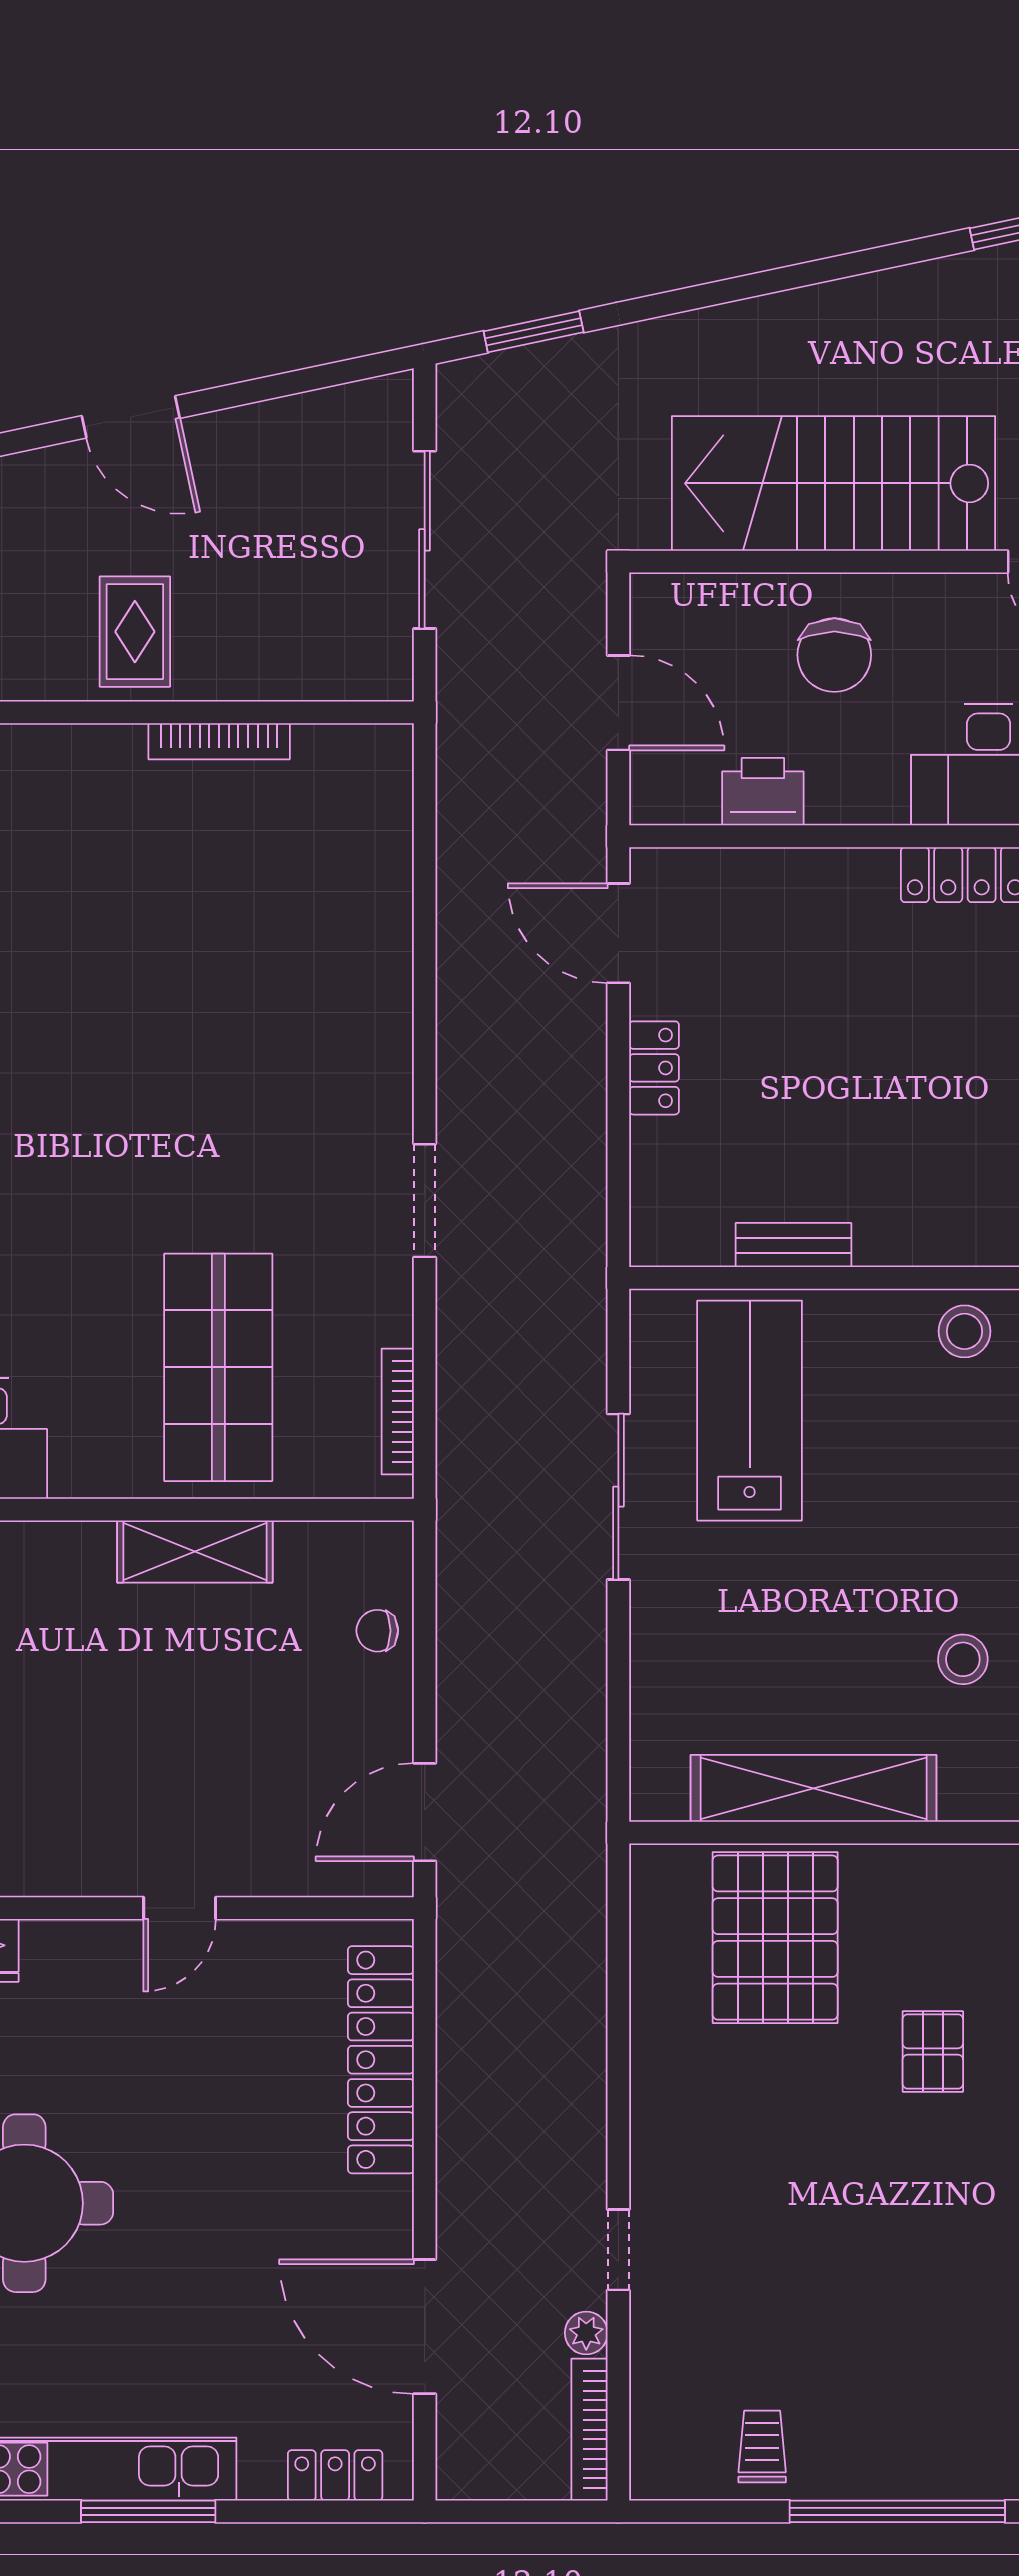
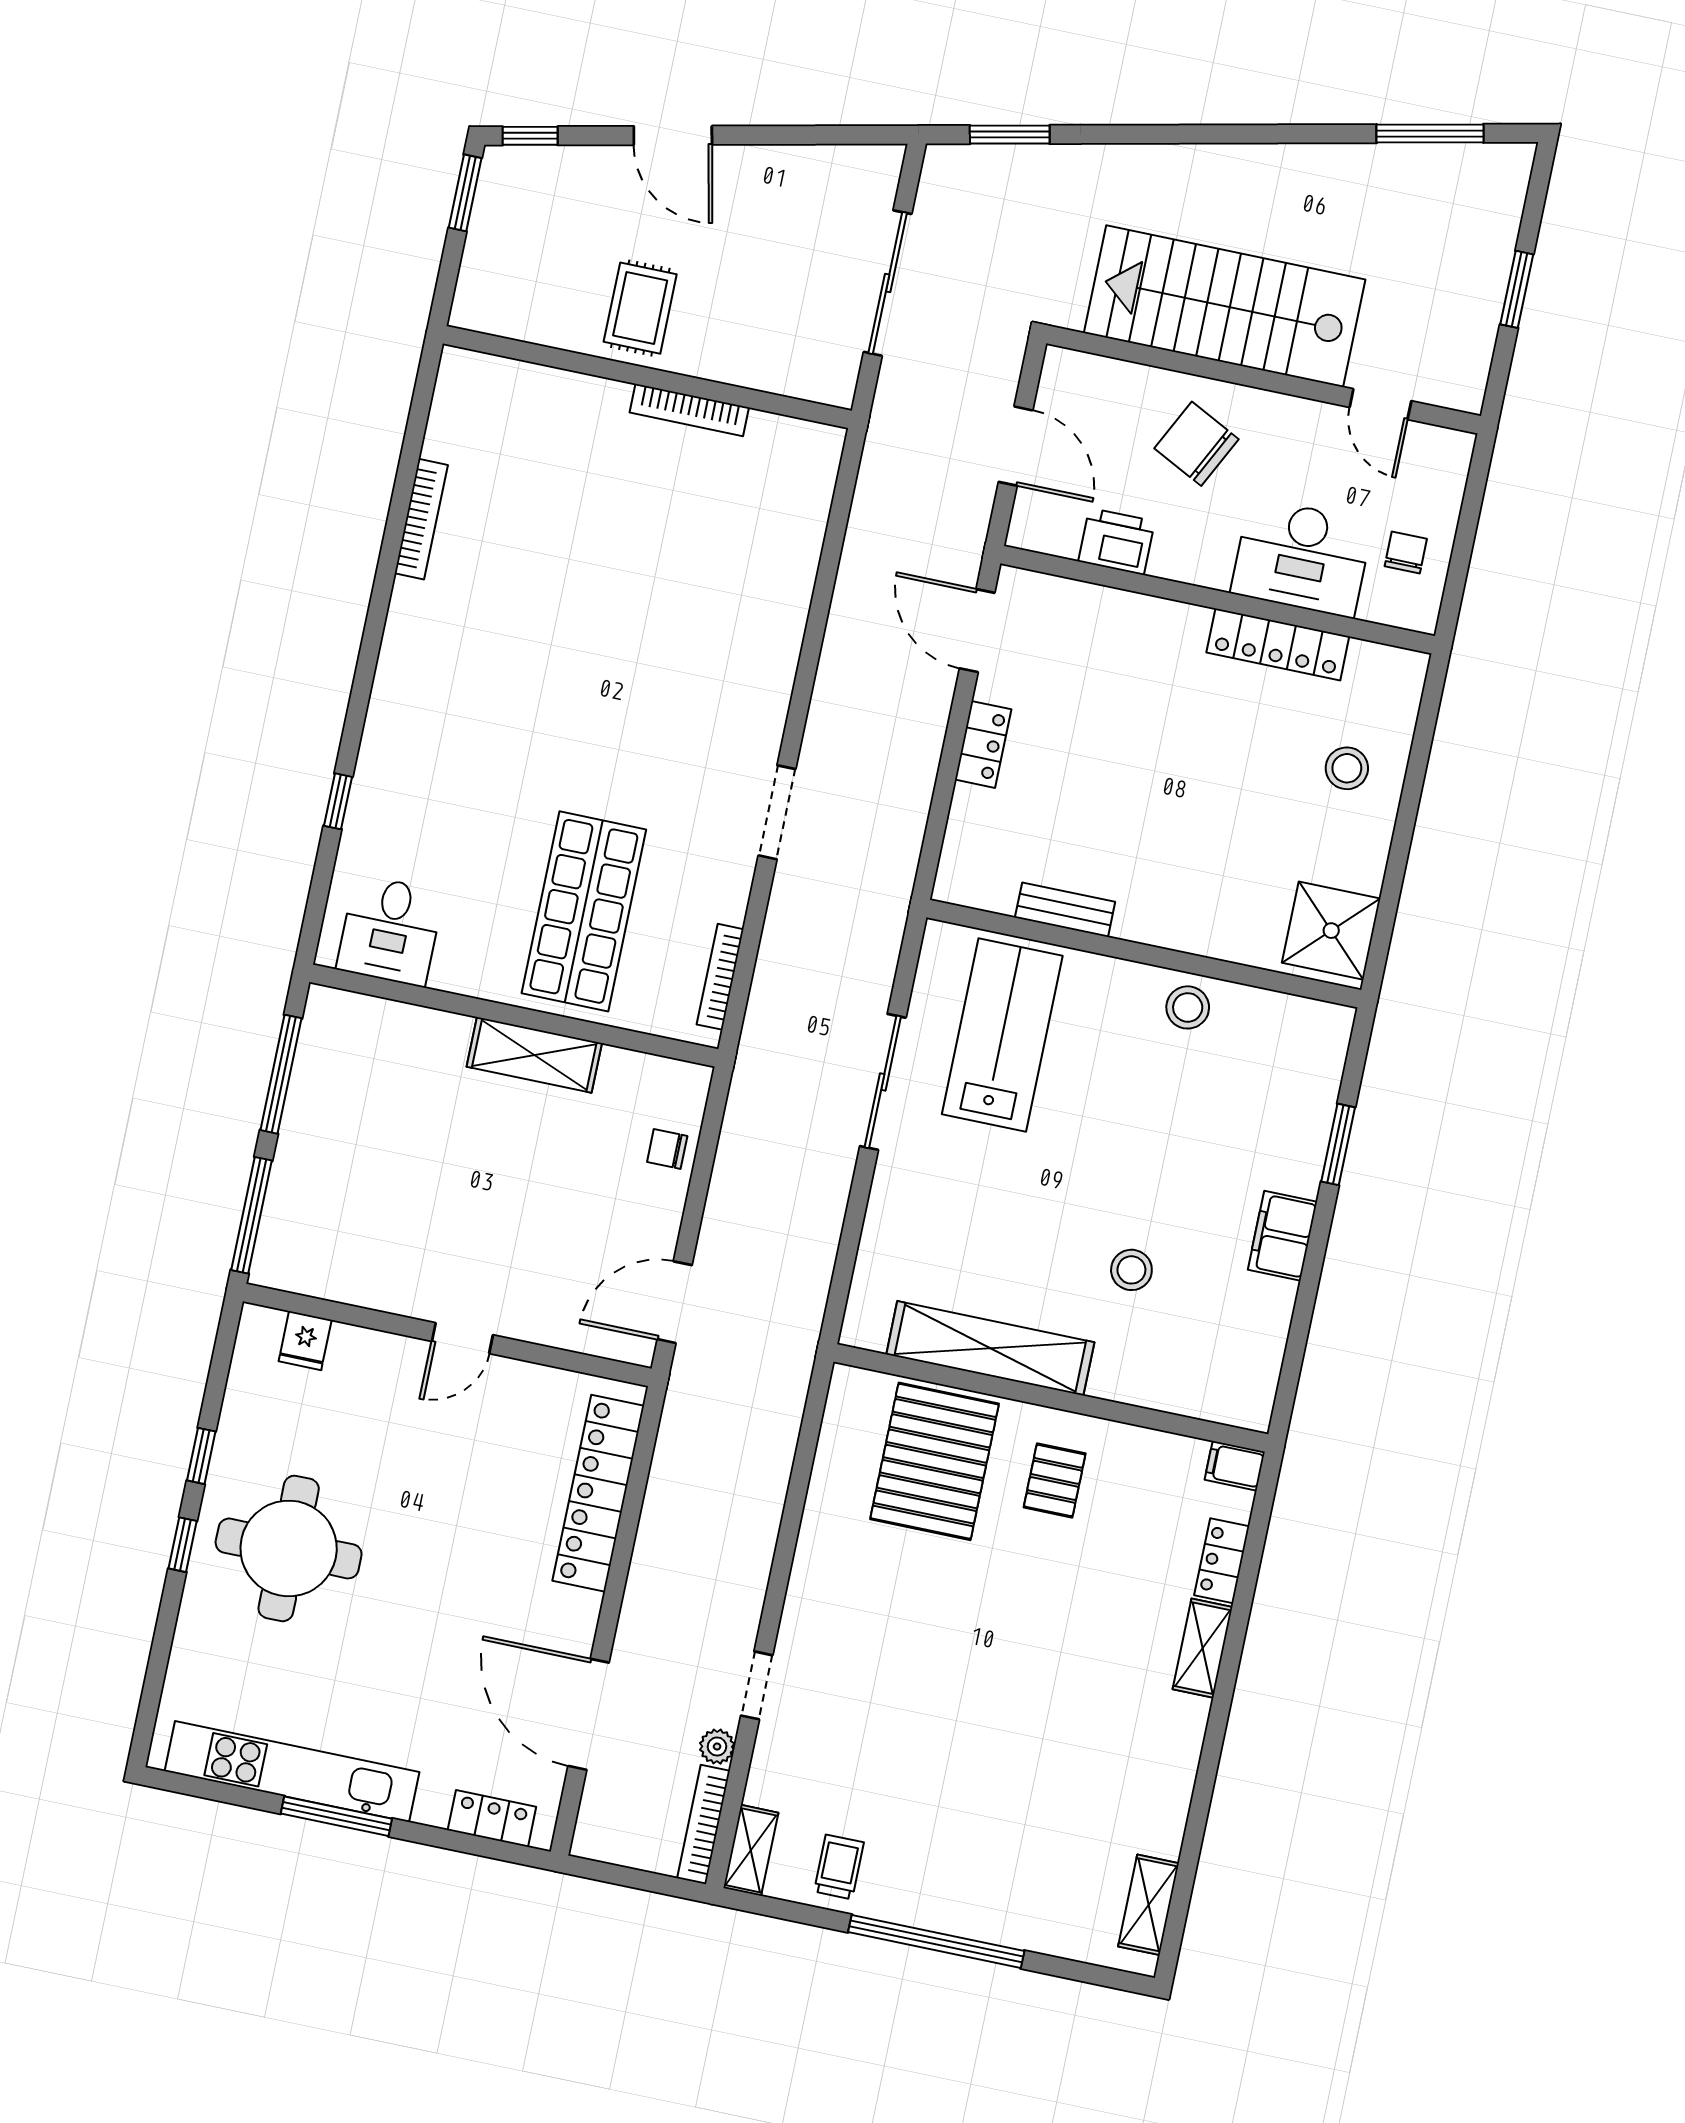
chair: (834, 655) -> (1197, 444), turned 117
pallet: (933, 2051) -> (1055, 1480), moved
shelving: (653, 2449) -> (751, 1850), added

